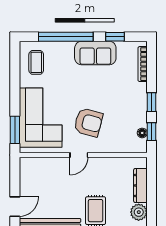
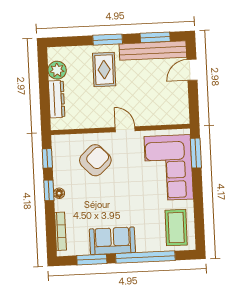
window: (115, 37) -> (92, 260), width x1.50
coffee table: (36, 62) -> (176, 228), width x1.36, depth x1.30
armchair: (88, 122) -> (95, 160), moved, turned 122
floor lamp: (142, 133) -> (59, 193), moved
door: (79, 155) -> (125, 129), hinge flipped

